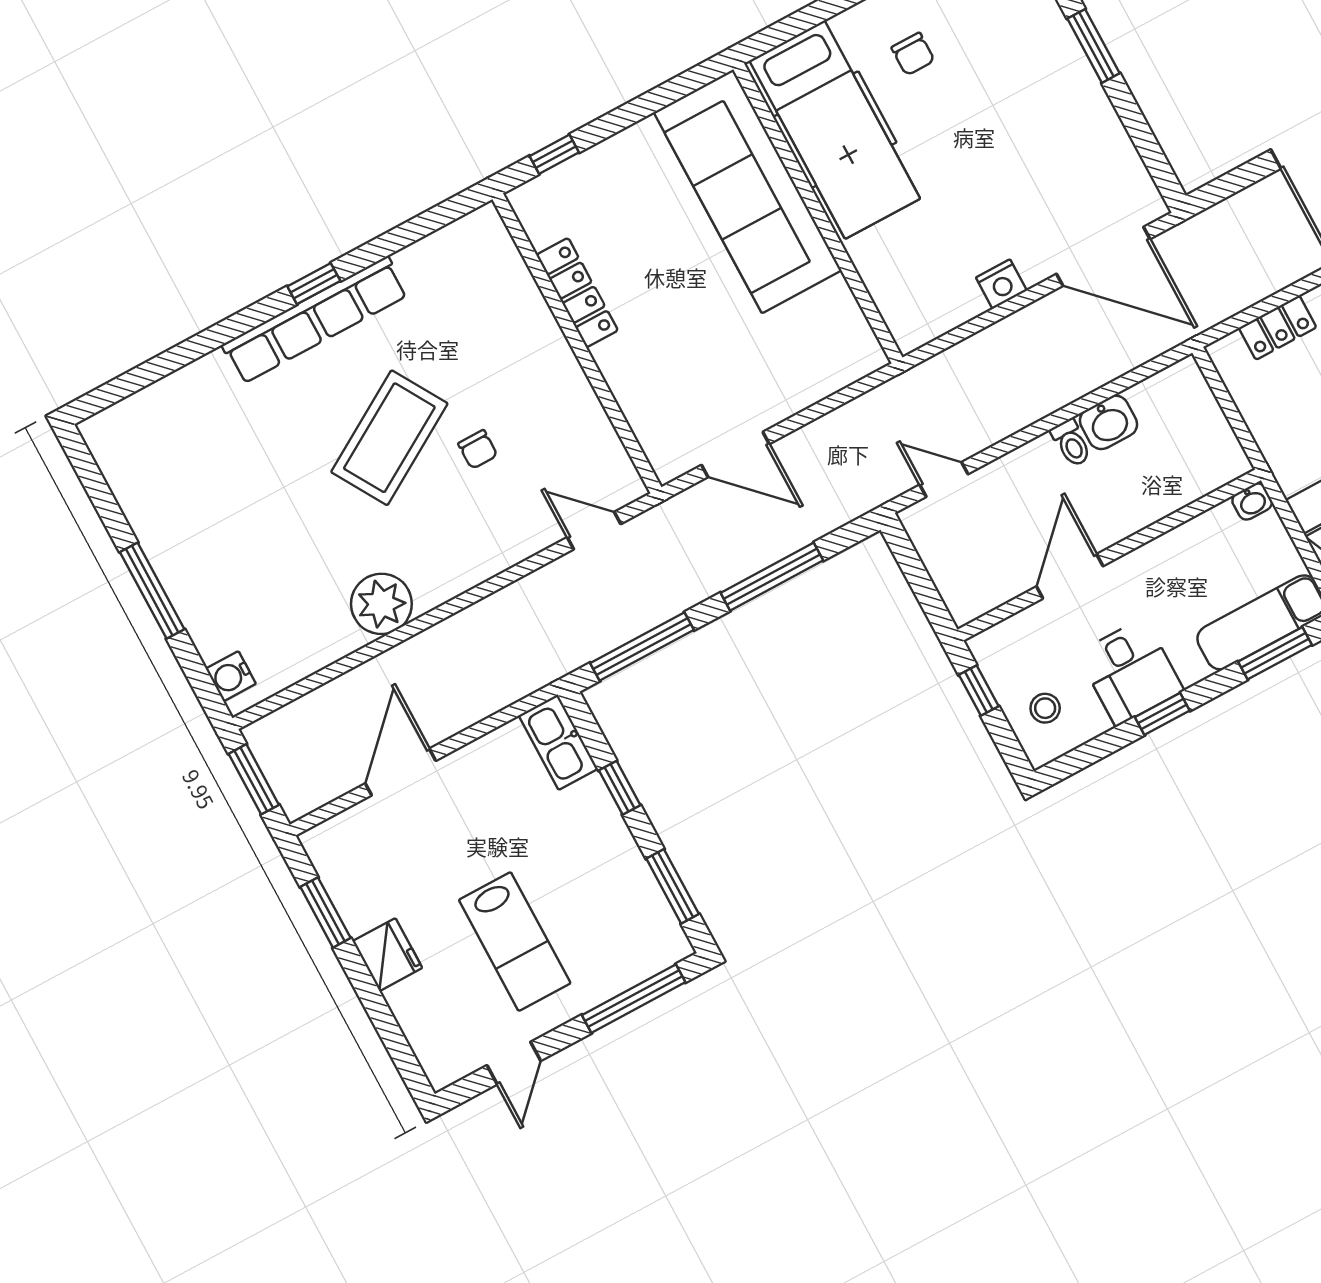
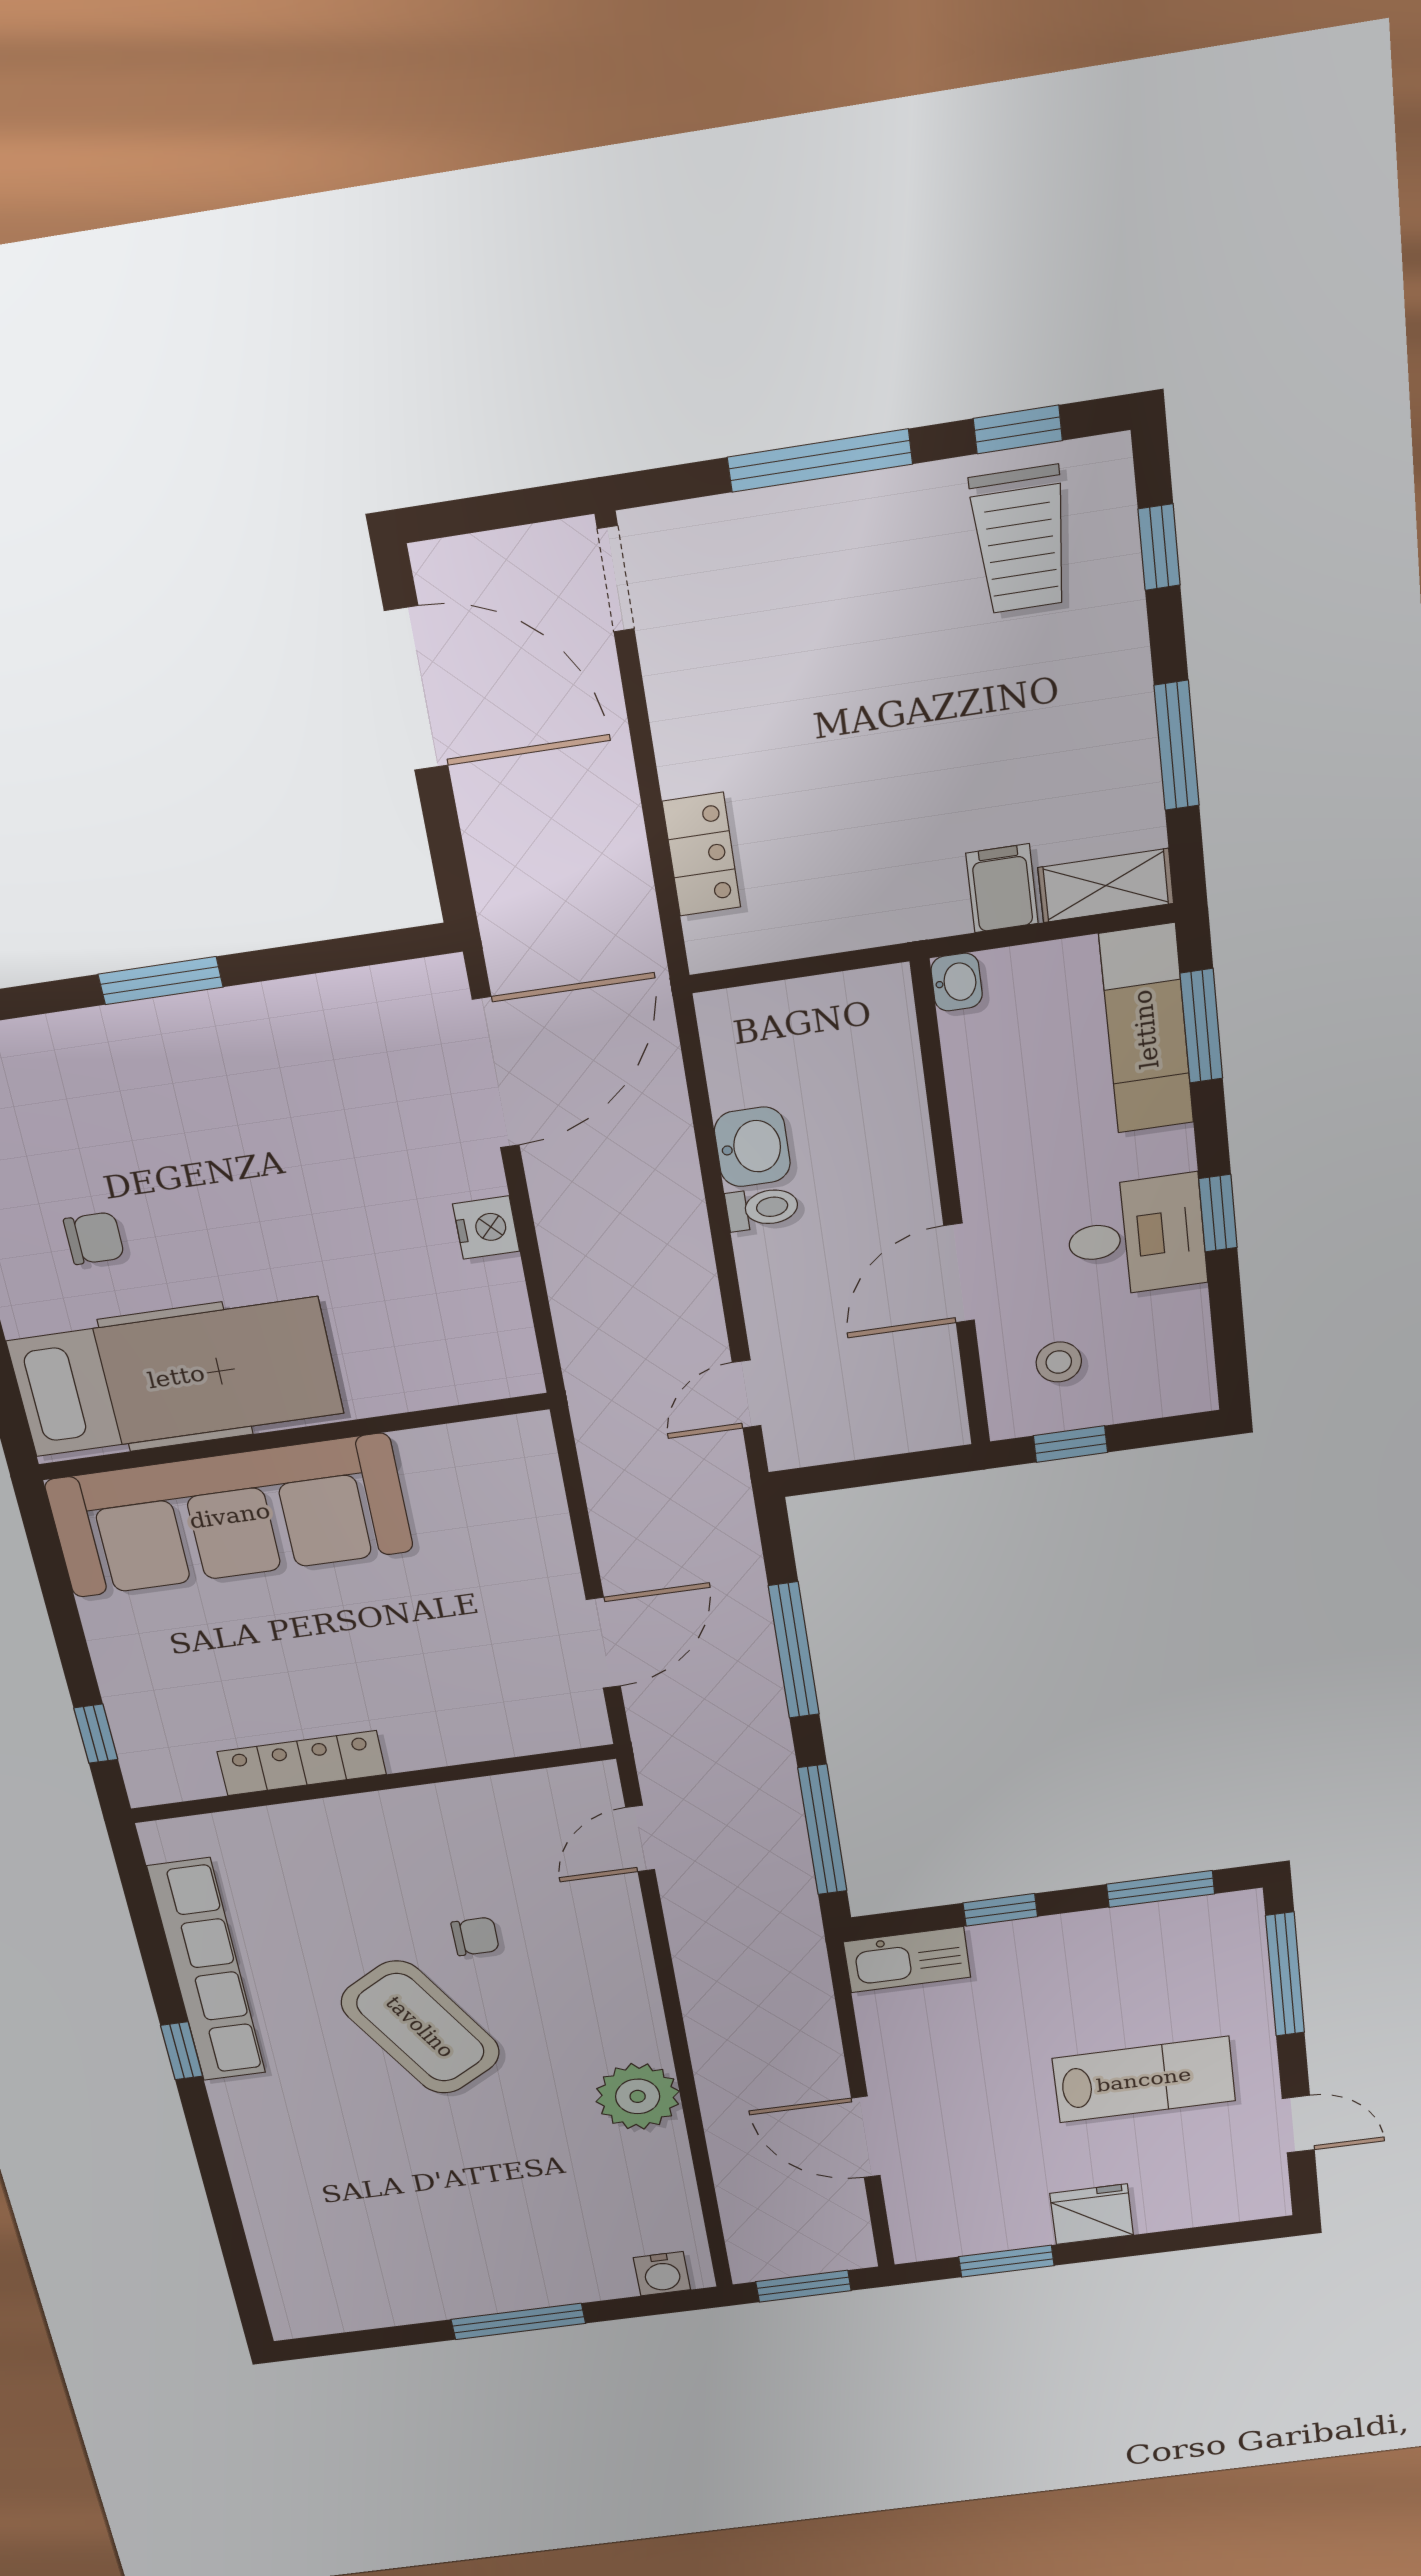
row of seats: (315, 320) -> (207, 1971), moved
door: (1070, 576) -> (959, 1273), hinge flipped
stool: (1045, 708) -> (1059, 1362), moved

